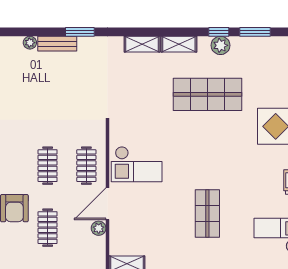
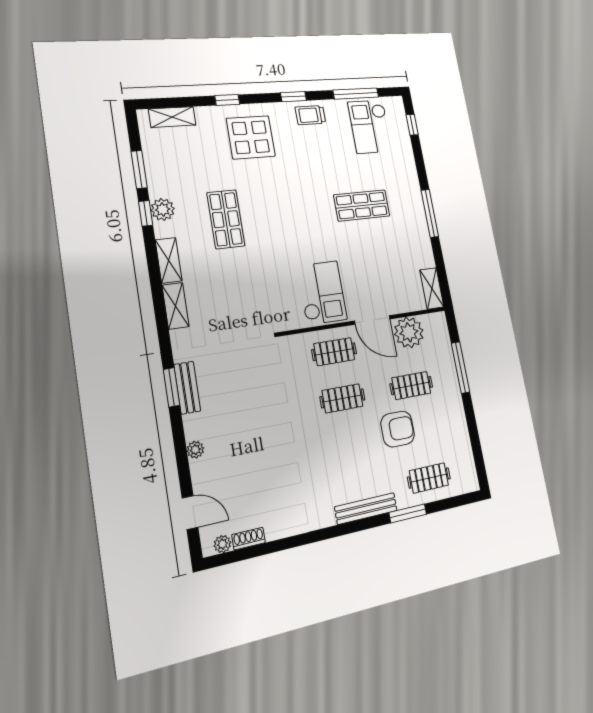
bench: (57, 44) -> (187, 388), moved
shop shelf: (207, 94) -> (226, 219), width x0.70, depth x0.74
plant: (99, 228) -> (409, 332), width x1.87, depth x1.87

